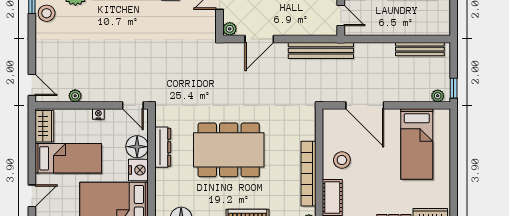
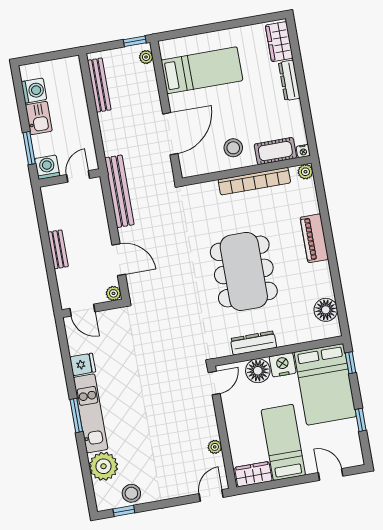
nightstand: (98, 114) -> (230, 418), removed

